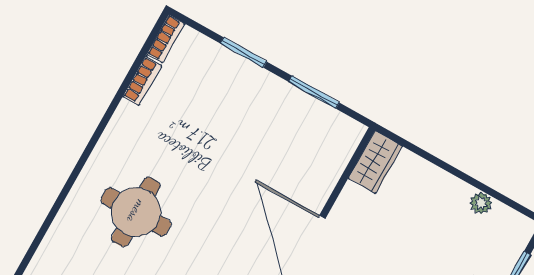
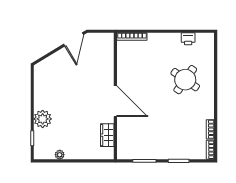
wardrobe: (375, 162) -> (107, 135), moved
round table: (136, 212) -> (185, 80), turned 35

